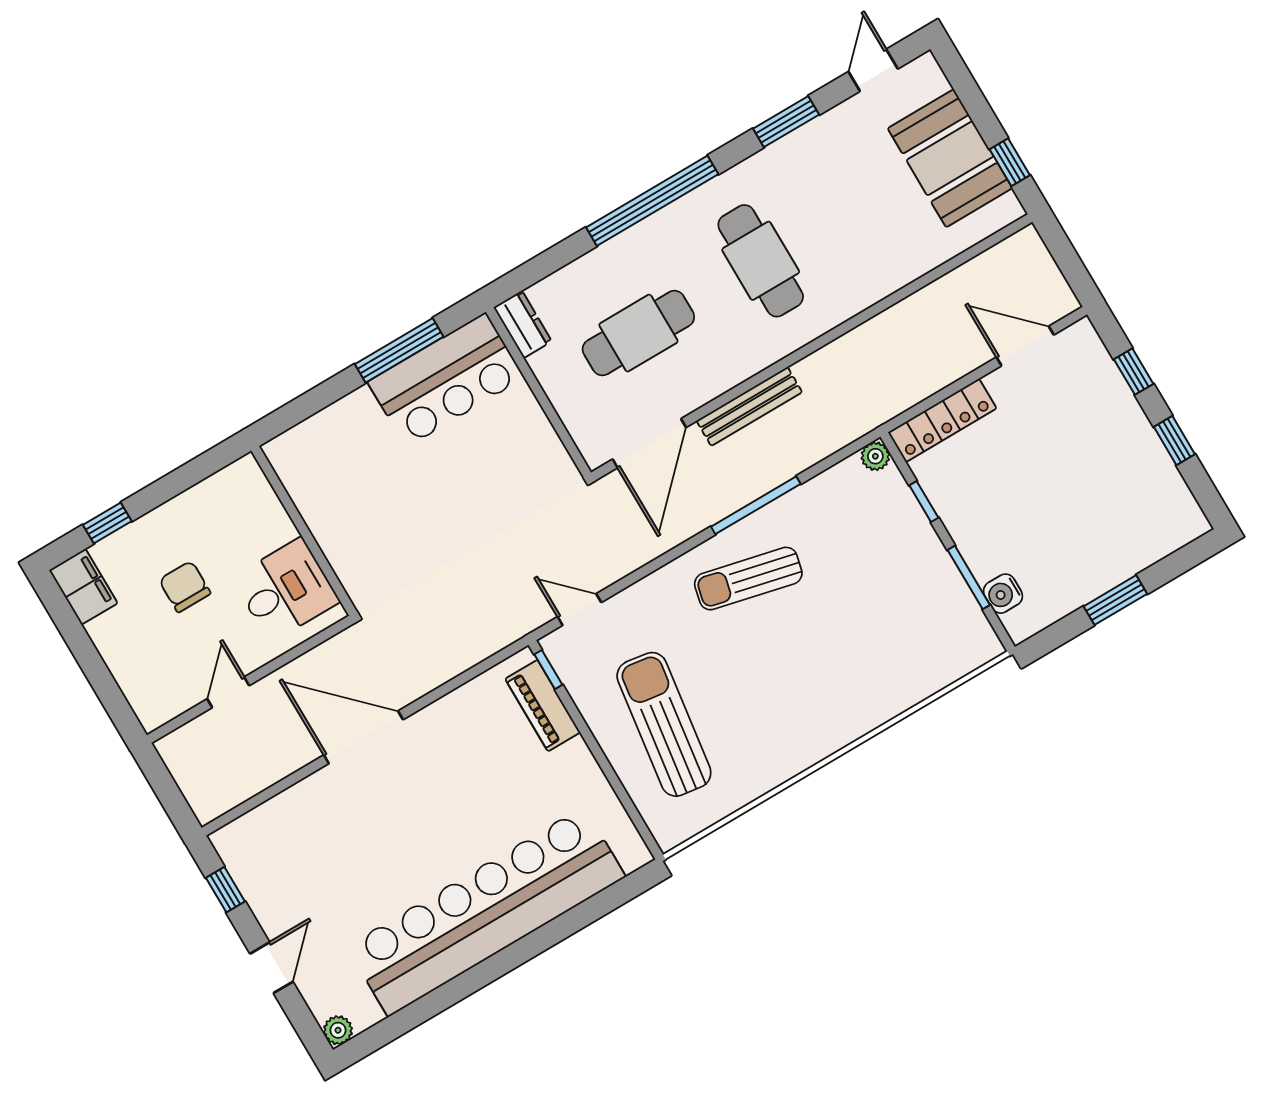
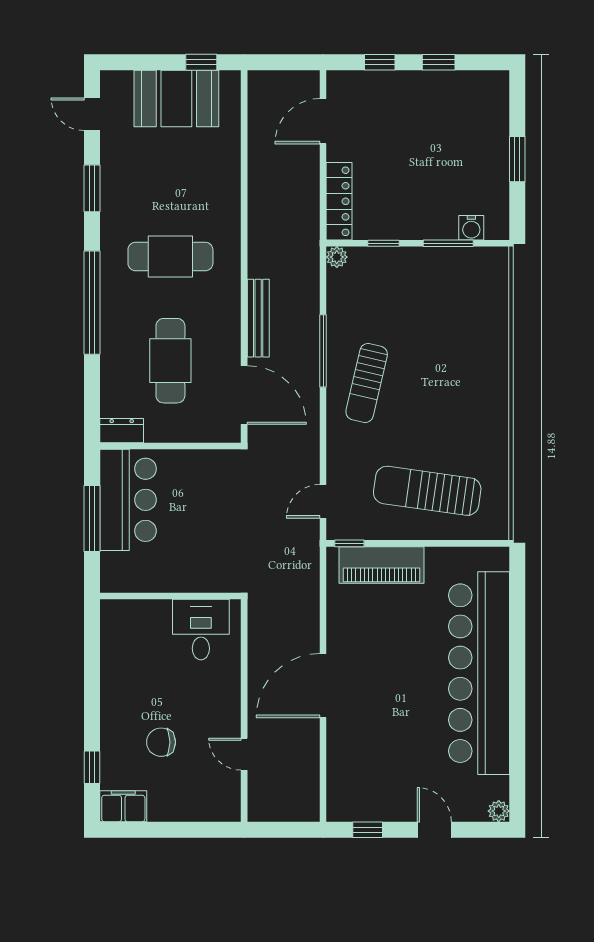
wall: (304, 531) -> (170, 596), moved
desk: (286, 590) -> (201, 630), moved
piano: (543, 706) -> (381, 565), width x1.37, depth x1.33

